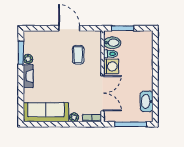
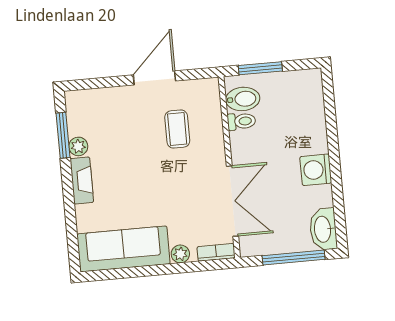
door: (69, 28) -> (154, 78), hinge flipped
washing machine: (111, 66) -> (316, 170), moved, turned 180
washbasin: (147, 101) -> (323, 229), moved

